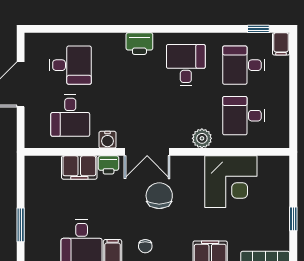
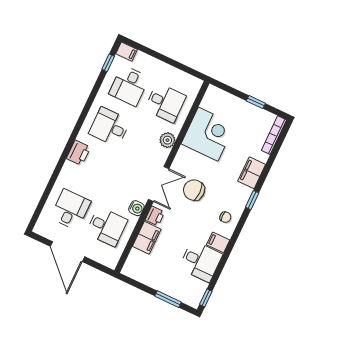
desk: (244, 116) -> (165, 103), turned -90

